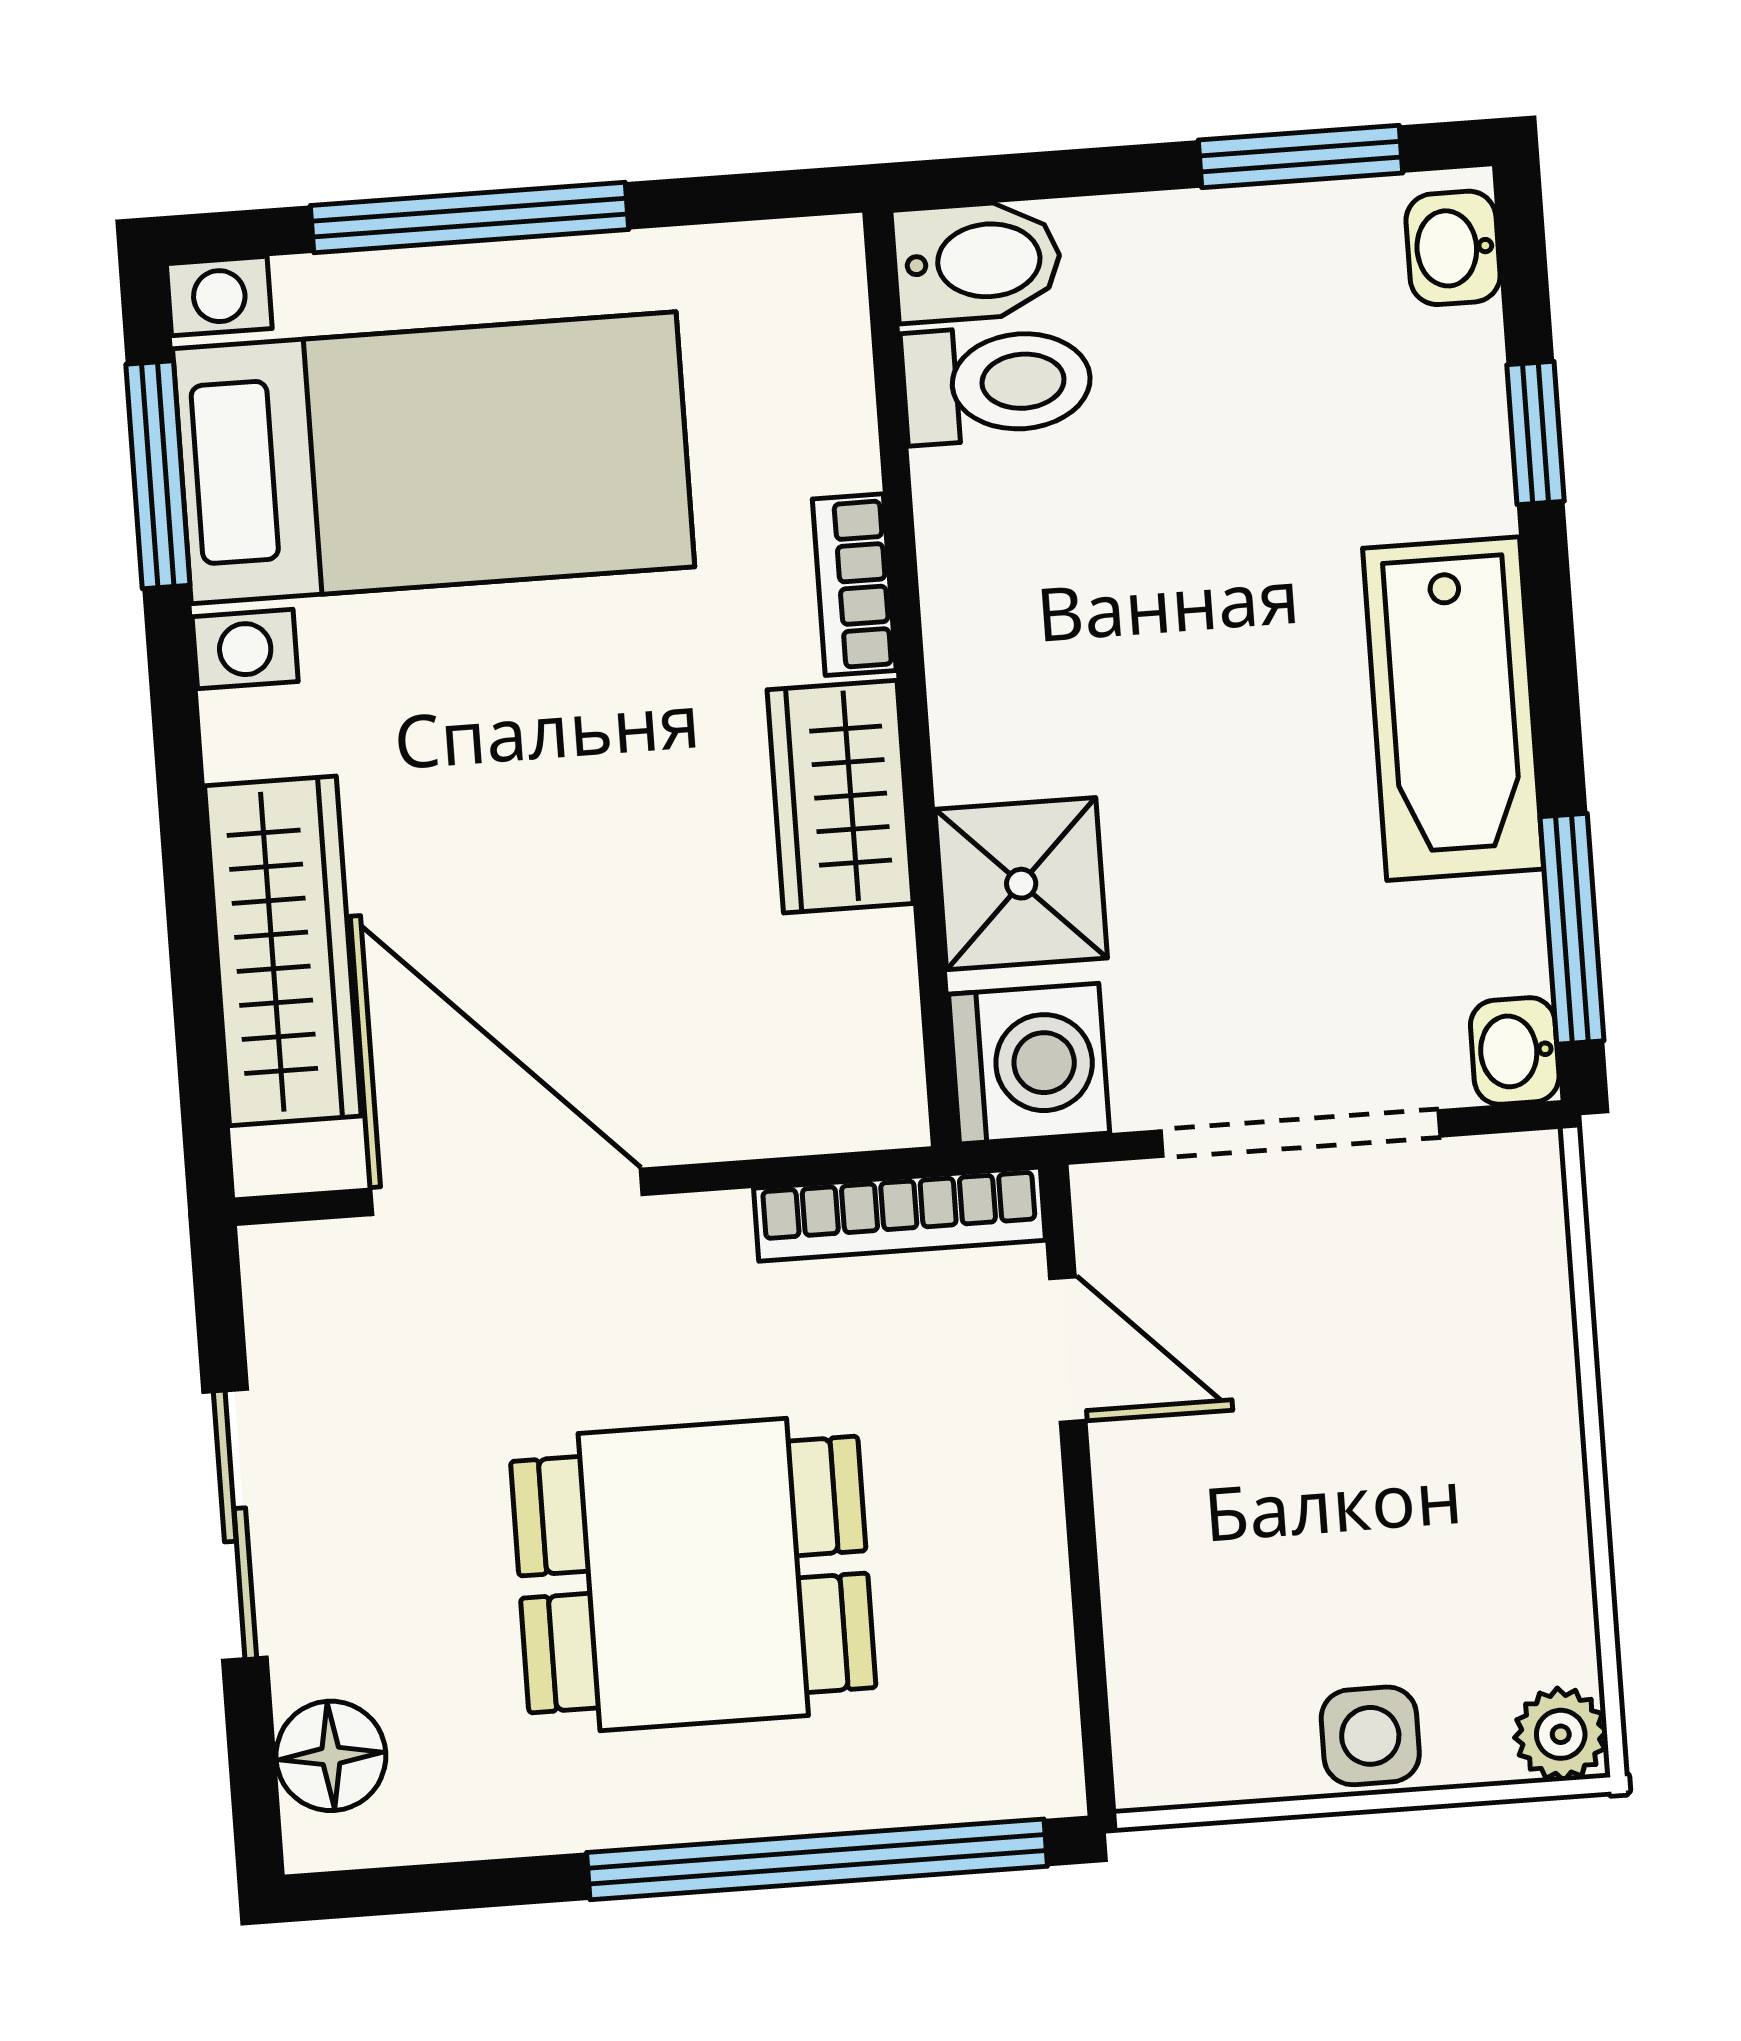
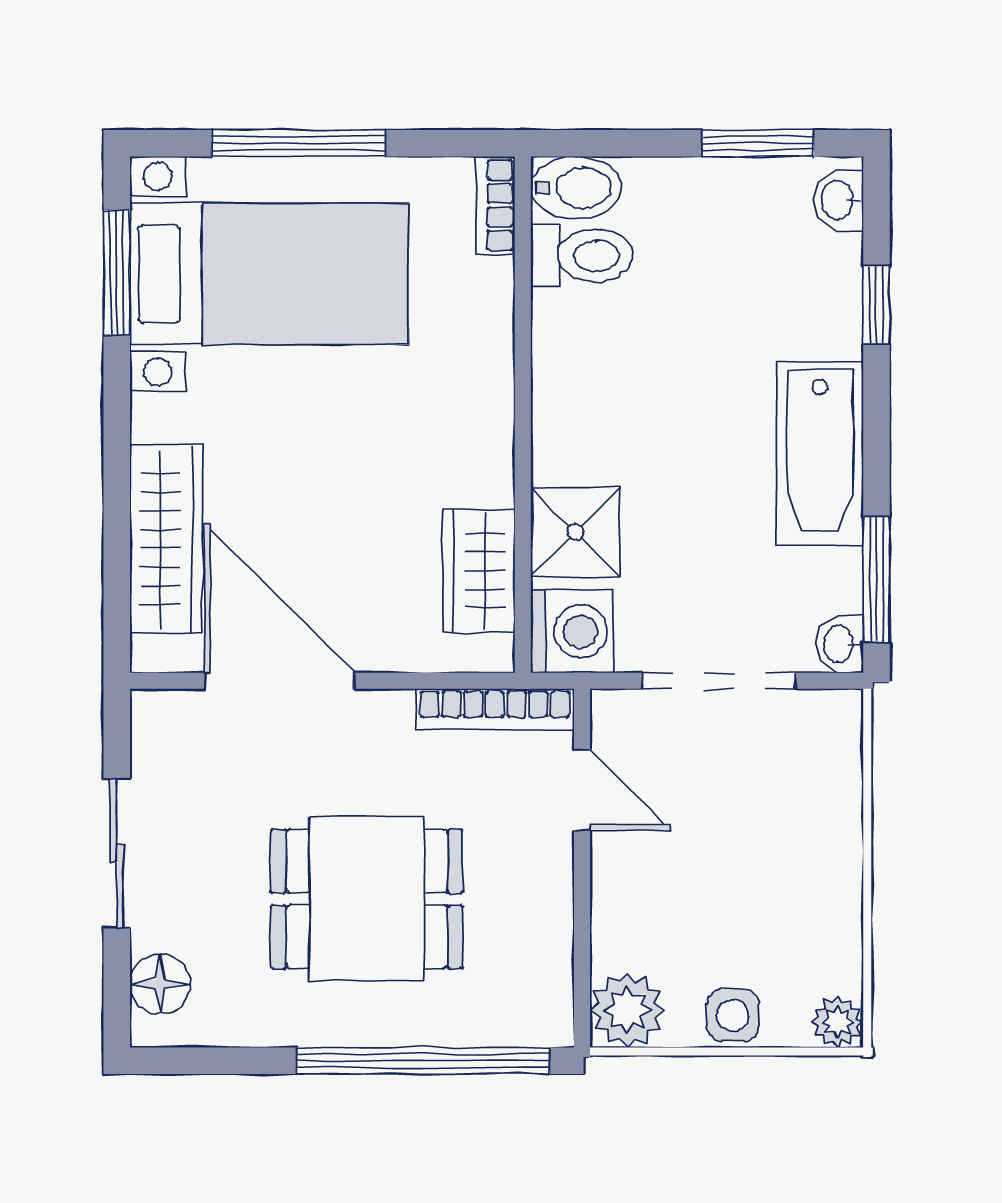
bookcase: (854, 585) -> (495, 205), moved
wardrobe: (840, 797) -> (479, 571), moved
plant: (1179, 1741) -> (627, 1010), added

